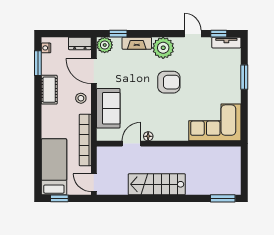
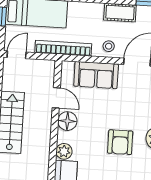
plant: (180, 134) -> (64, 151), added
floor lamp: (148, 136) -> (67, 121), width x1.89, depth x1.89

